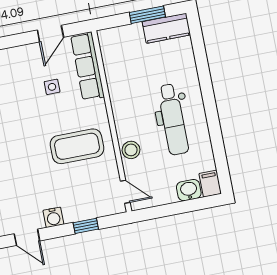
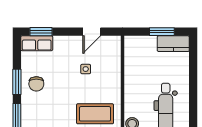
row of seats: (87, 66) -> (113, 59), removed

